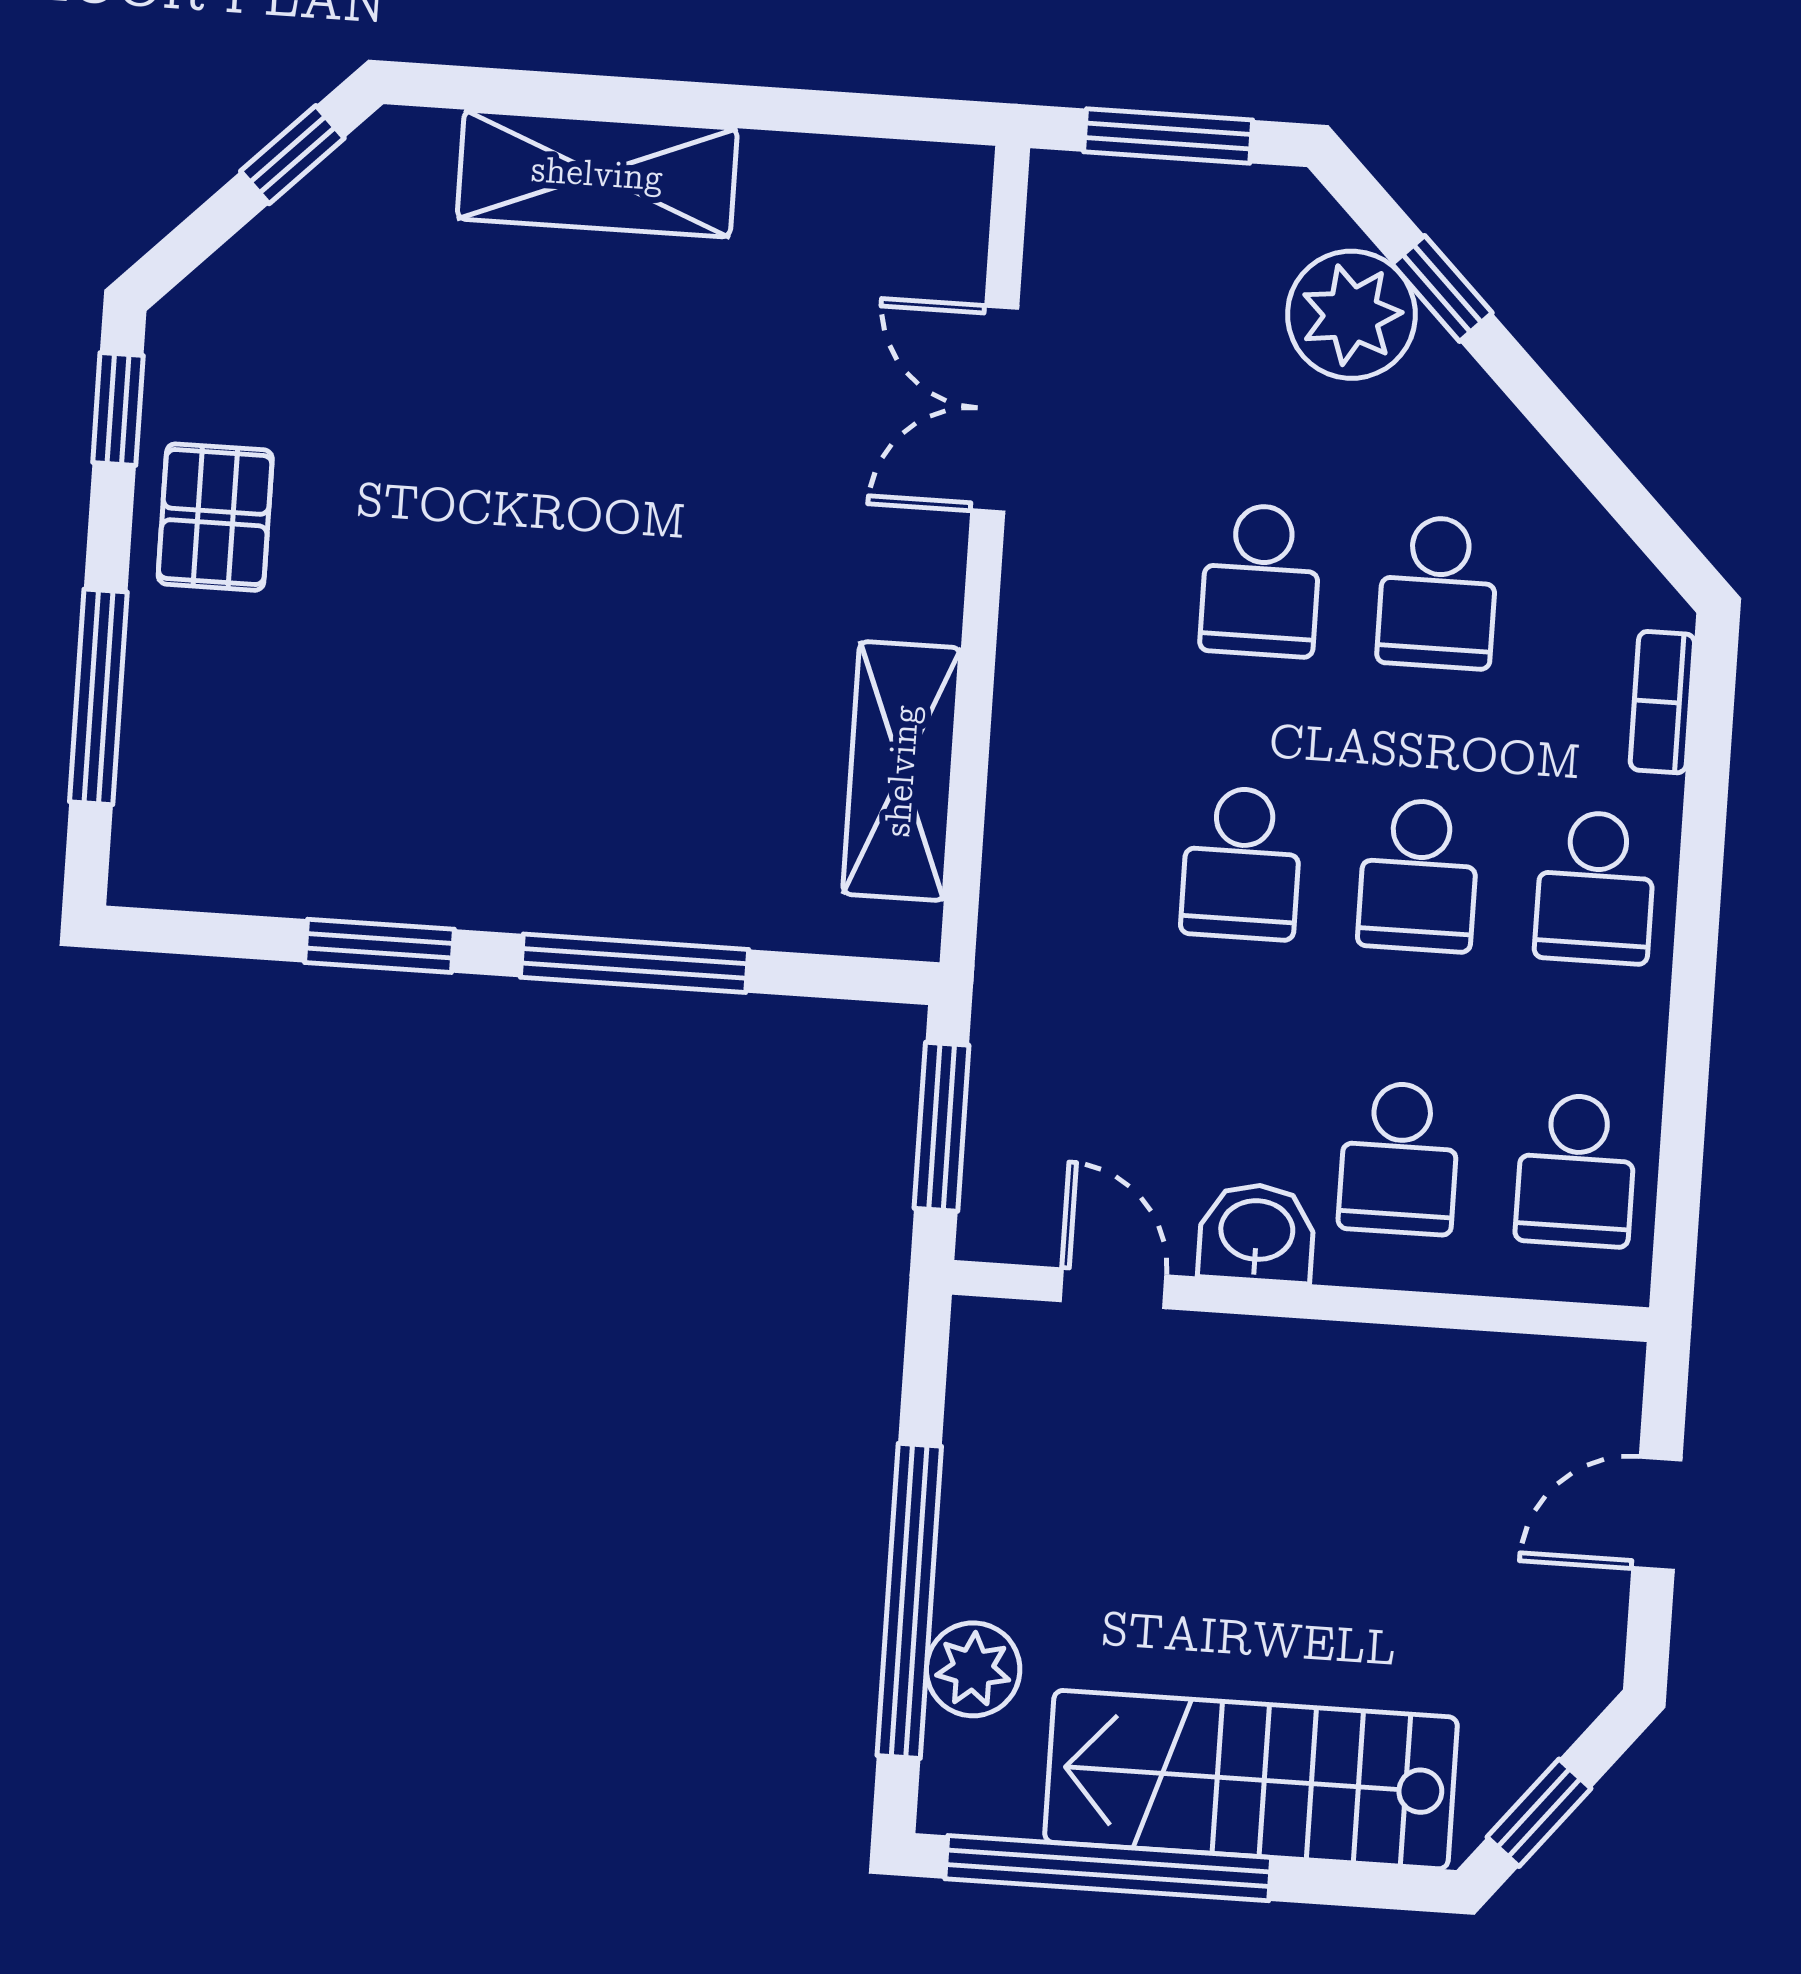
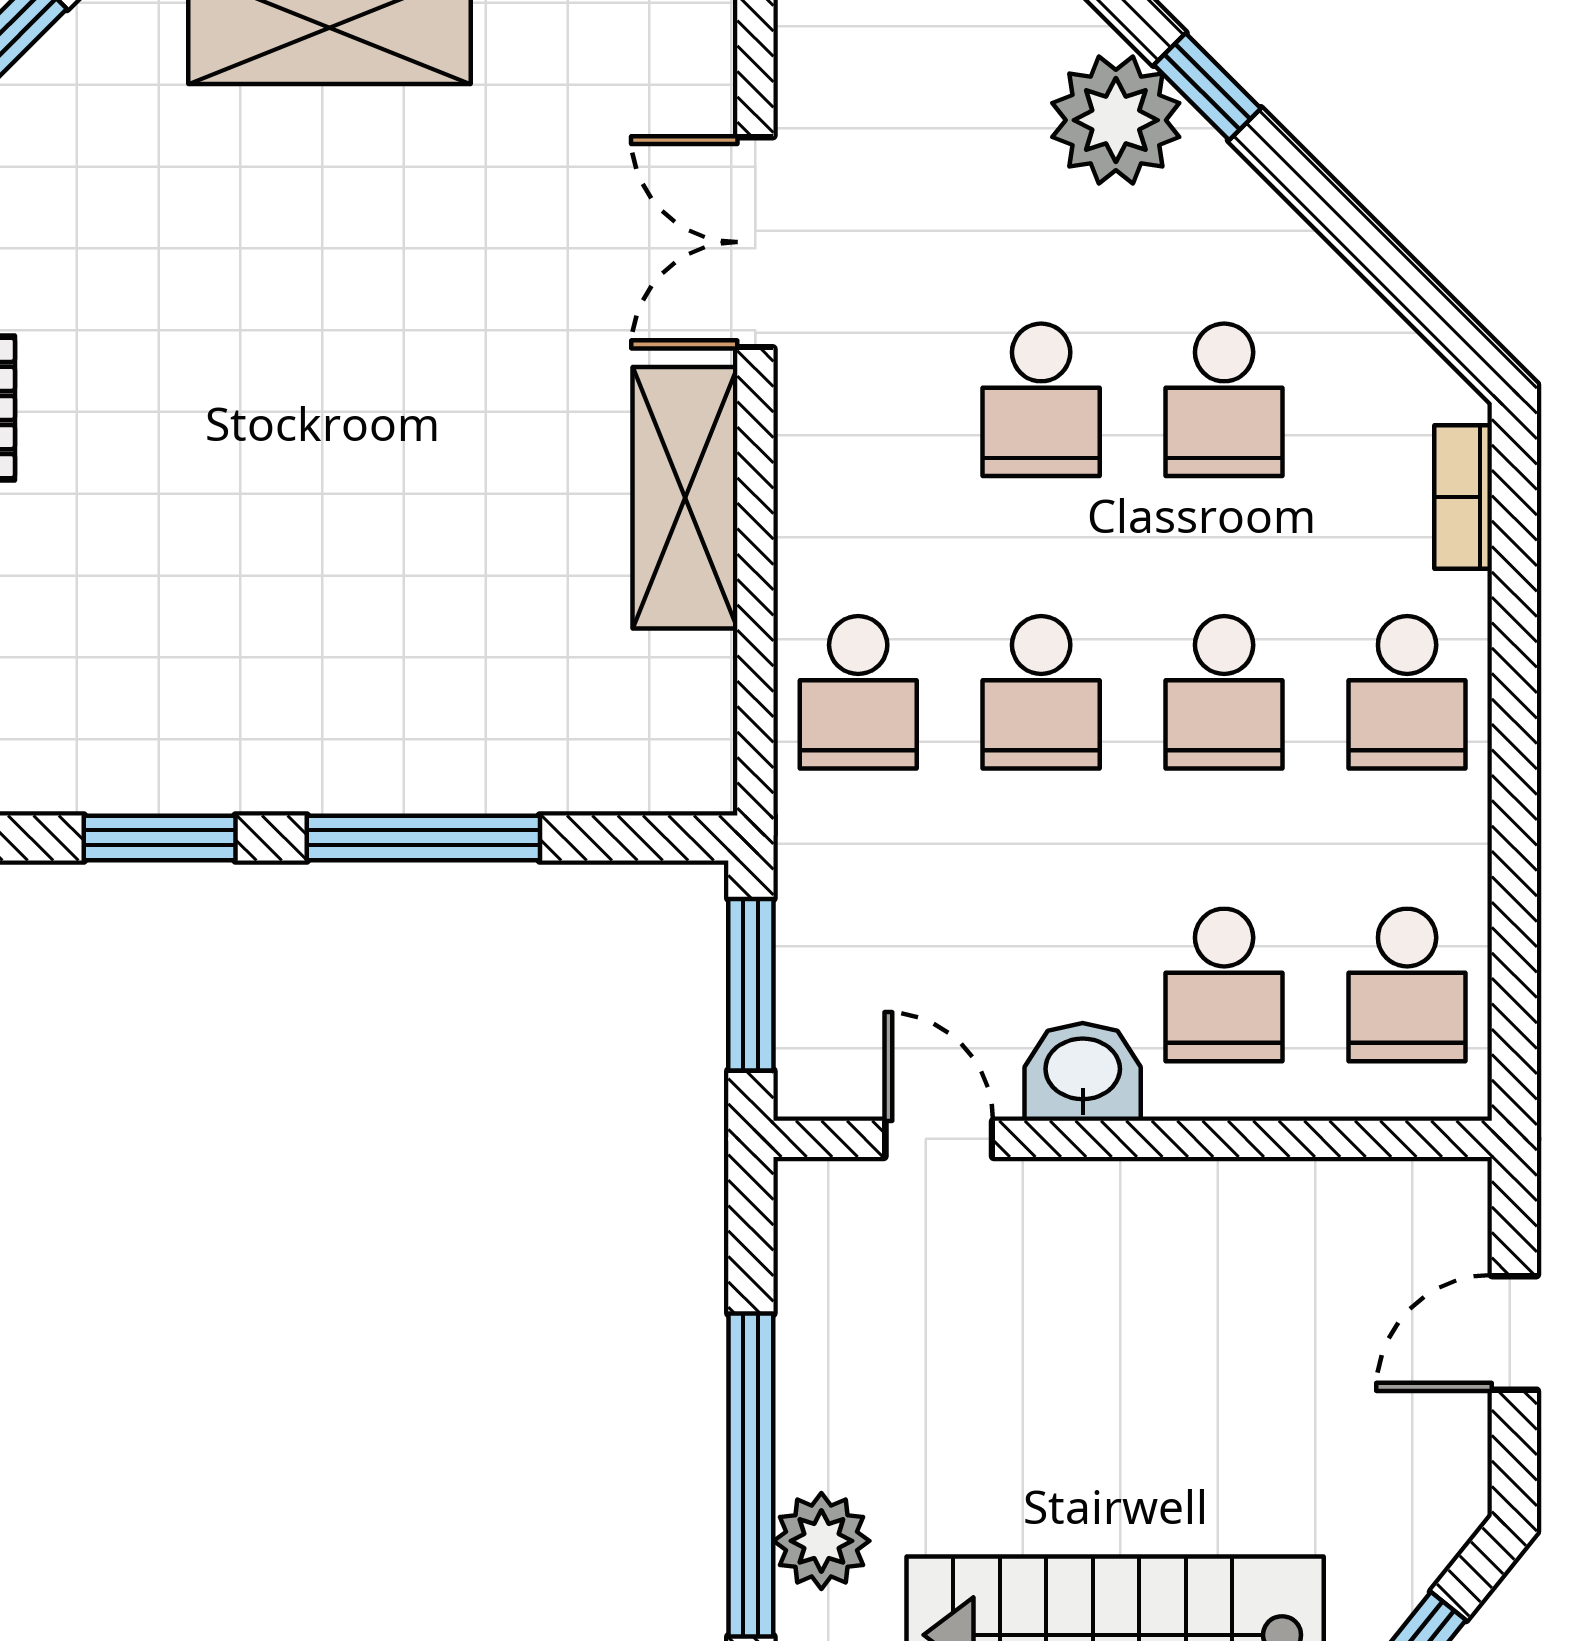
shelving: (902, 771) -> (685, 498), moved
school desk: (1065, 851) -> (858, 692), added

